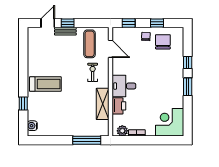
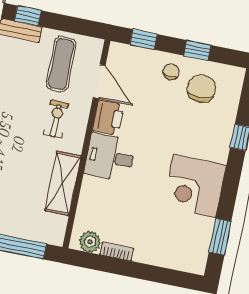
window: (188, 87) -> (220, 237), moved
printer: (119, 106) -> (108, 118), moved
corner desk: (170, 122) -> (195, 186), moved, turned -90

